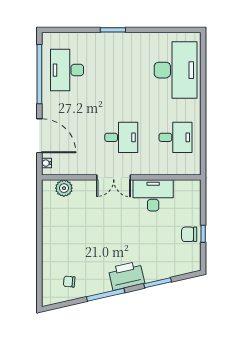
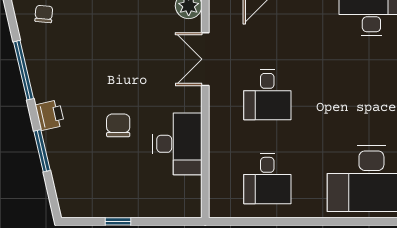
double door: (114, 177) -> (205, 59), moved
chair: (189, 234) -> (118, 125), moved
printer: (126, 276) -> (50, 115), width x0.53, depth x0.68

